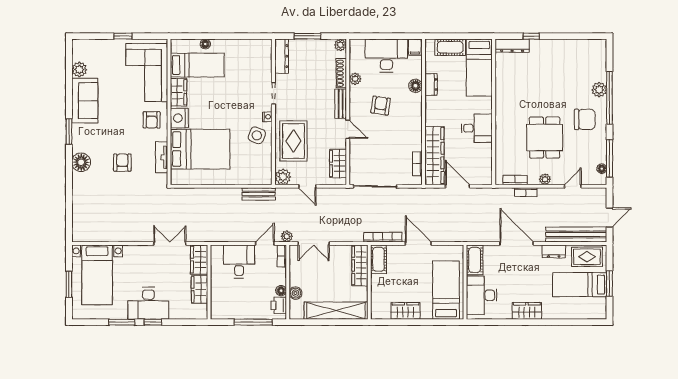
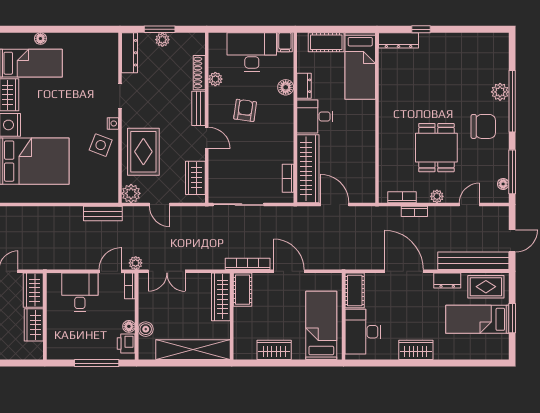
plant: (340, 45) -> (162, 40), moved
desk: (477, 128) -> (315, 117), moved, turned 180

